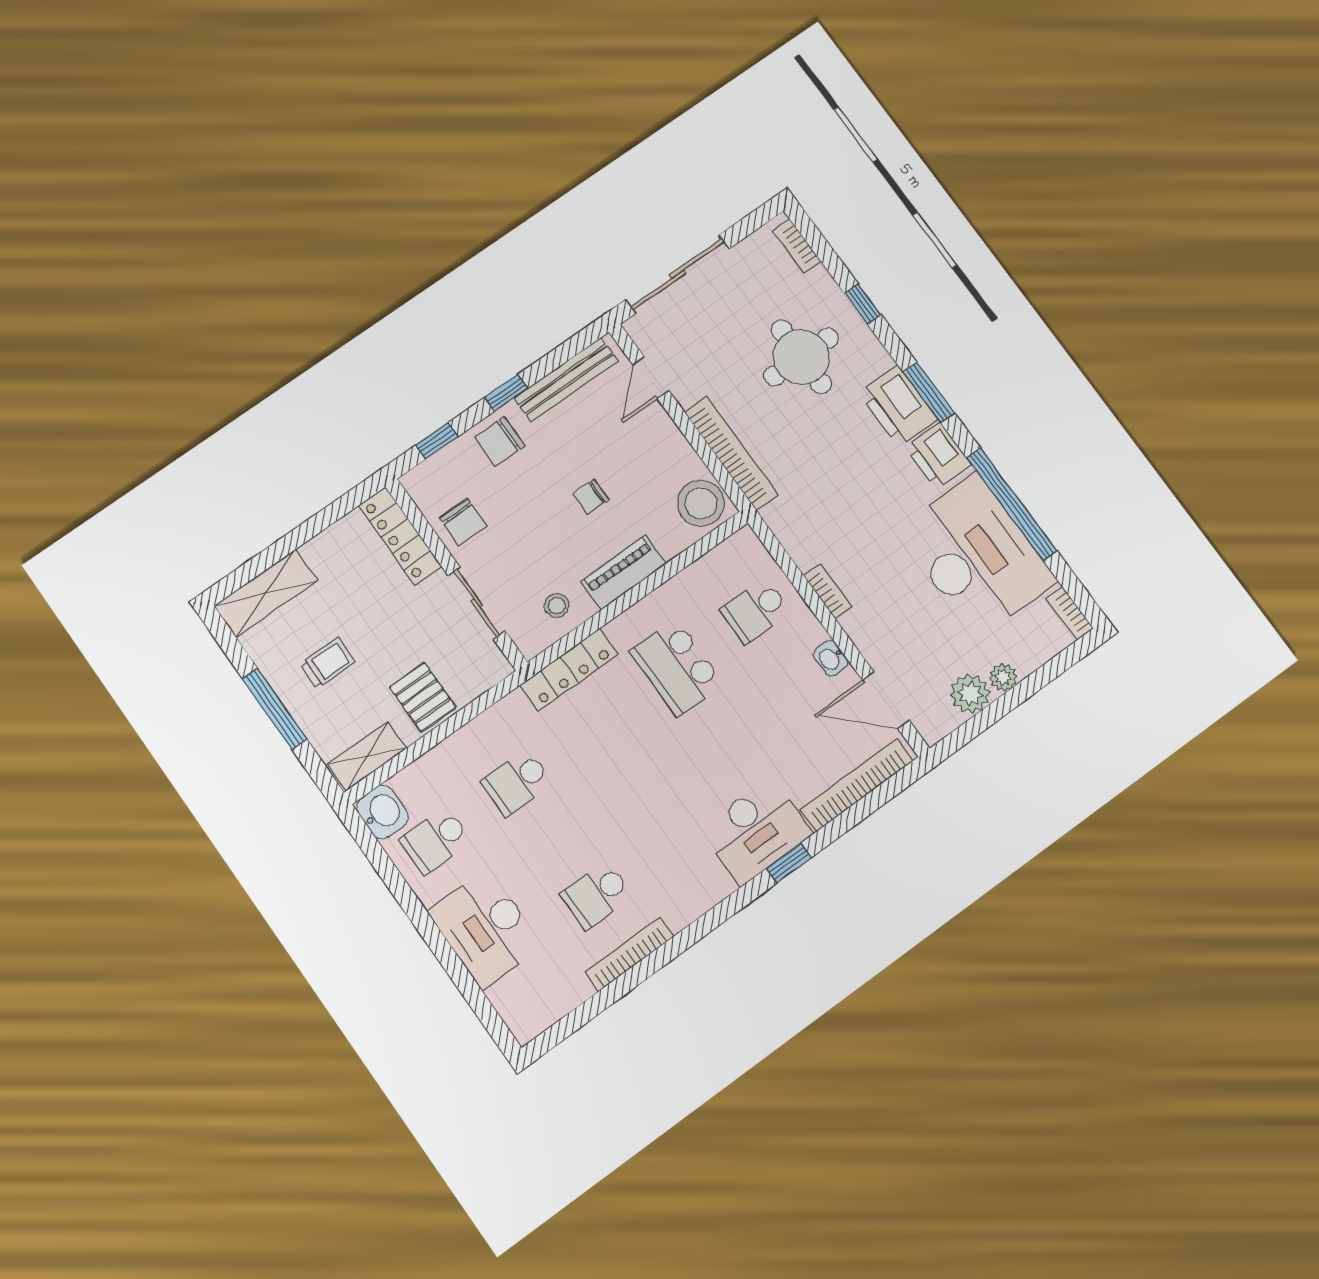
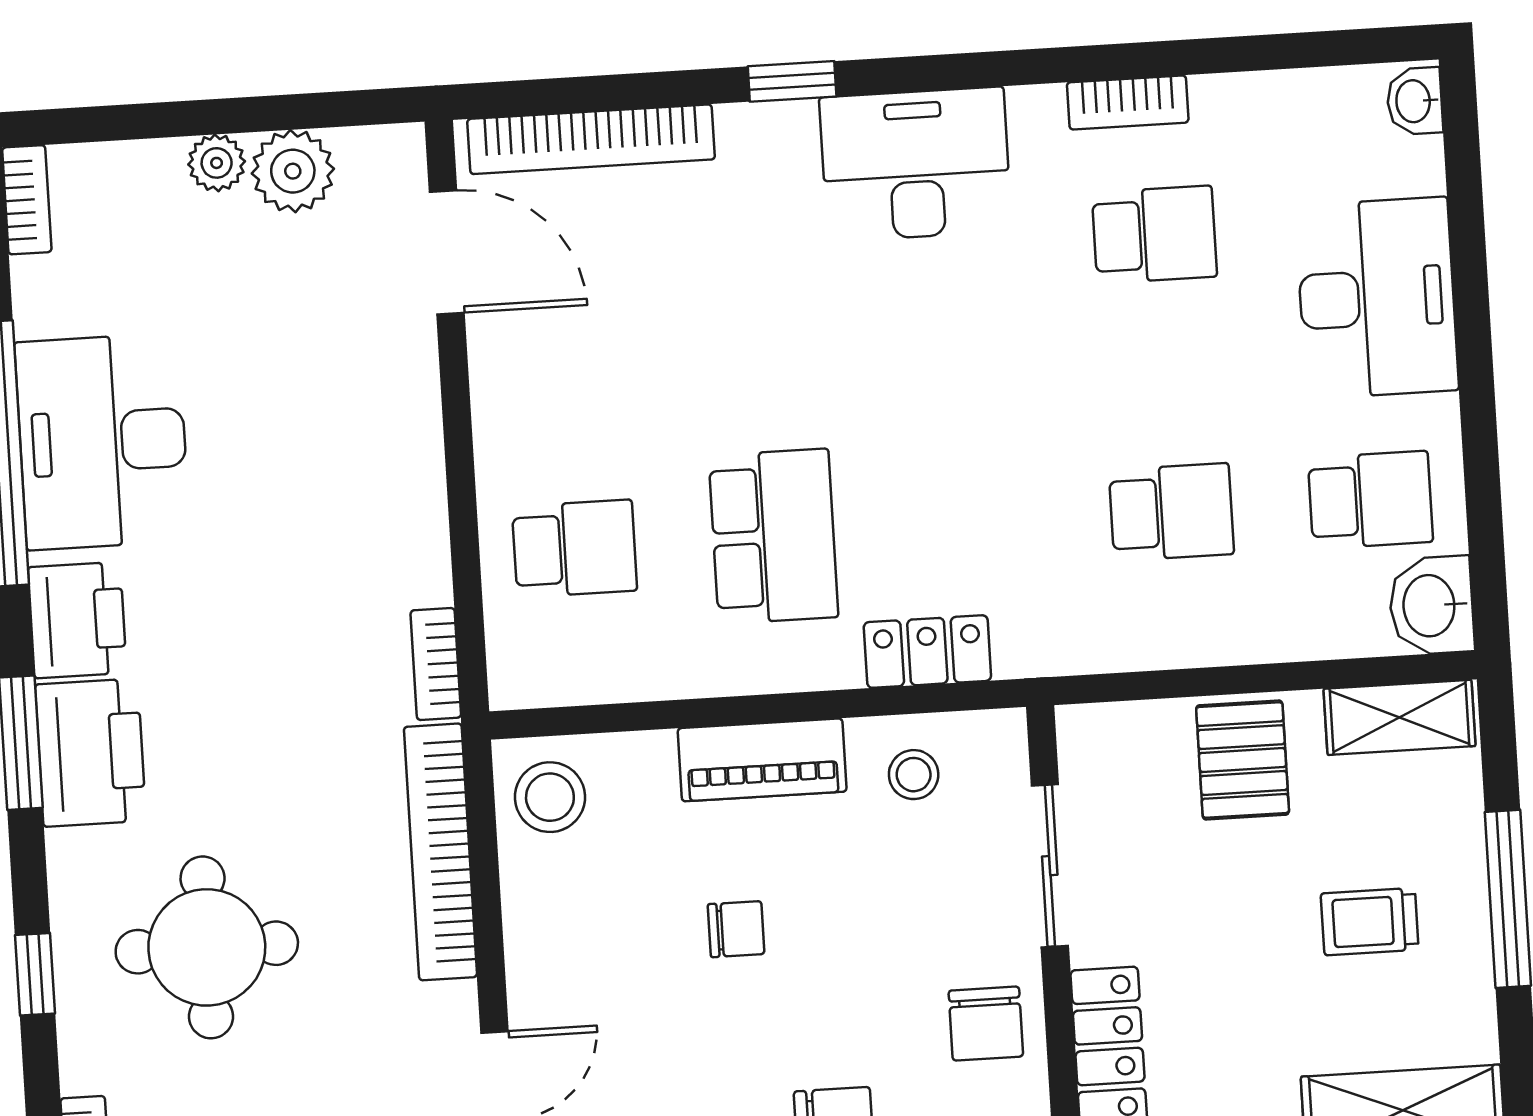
stool: (701, 503) -> (550, 797), width x0.73, depth x0.73
chair: (463, 522) -> (986, 1024), turned 180
desk: (977, 556) -> (102, 442), width x0.73, depth x0.77
bookcase: (828, 591) -> (436, 664), moved
washbasin: (831, 658) -> (1415, 101), moved, turned 180
locker: (569, 670) -> (927, 652), width x0.66
desk: (756, 831) -> (916, 164), moved
bookcase: (629, 954) -> (1128, 102), width x0.64

